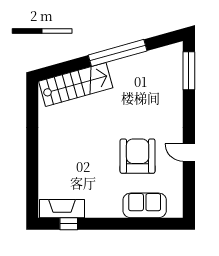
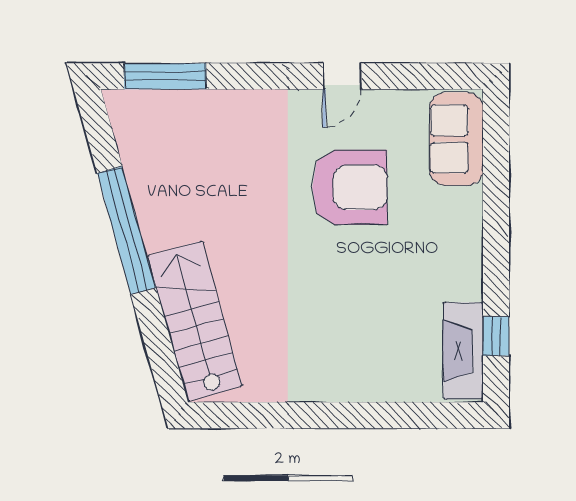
armchair: (138, 156) -> (350, 187), turned 180
sofa: (145, 205) -> (456, 139), moved

